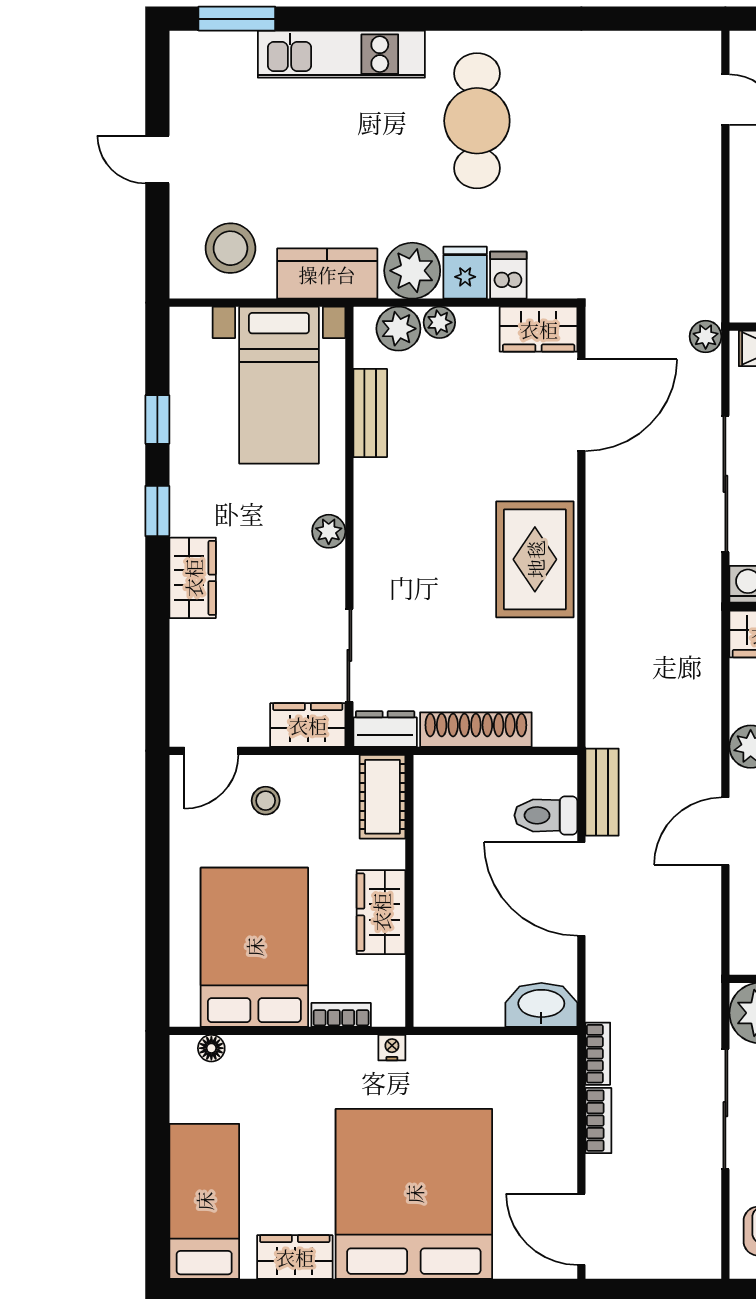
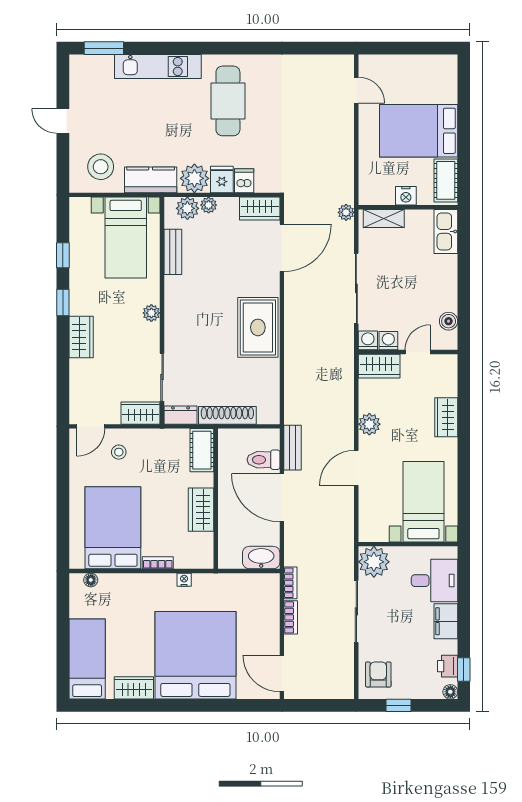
cot: (383, 797) -> (202, 450), moved
wall: (409, 891) -> (216, 499), moved
wardrobe: (381, 912) -> (201, 510), moved

